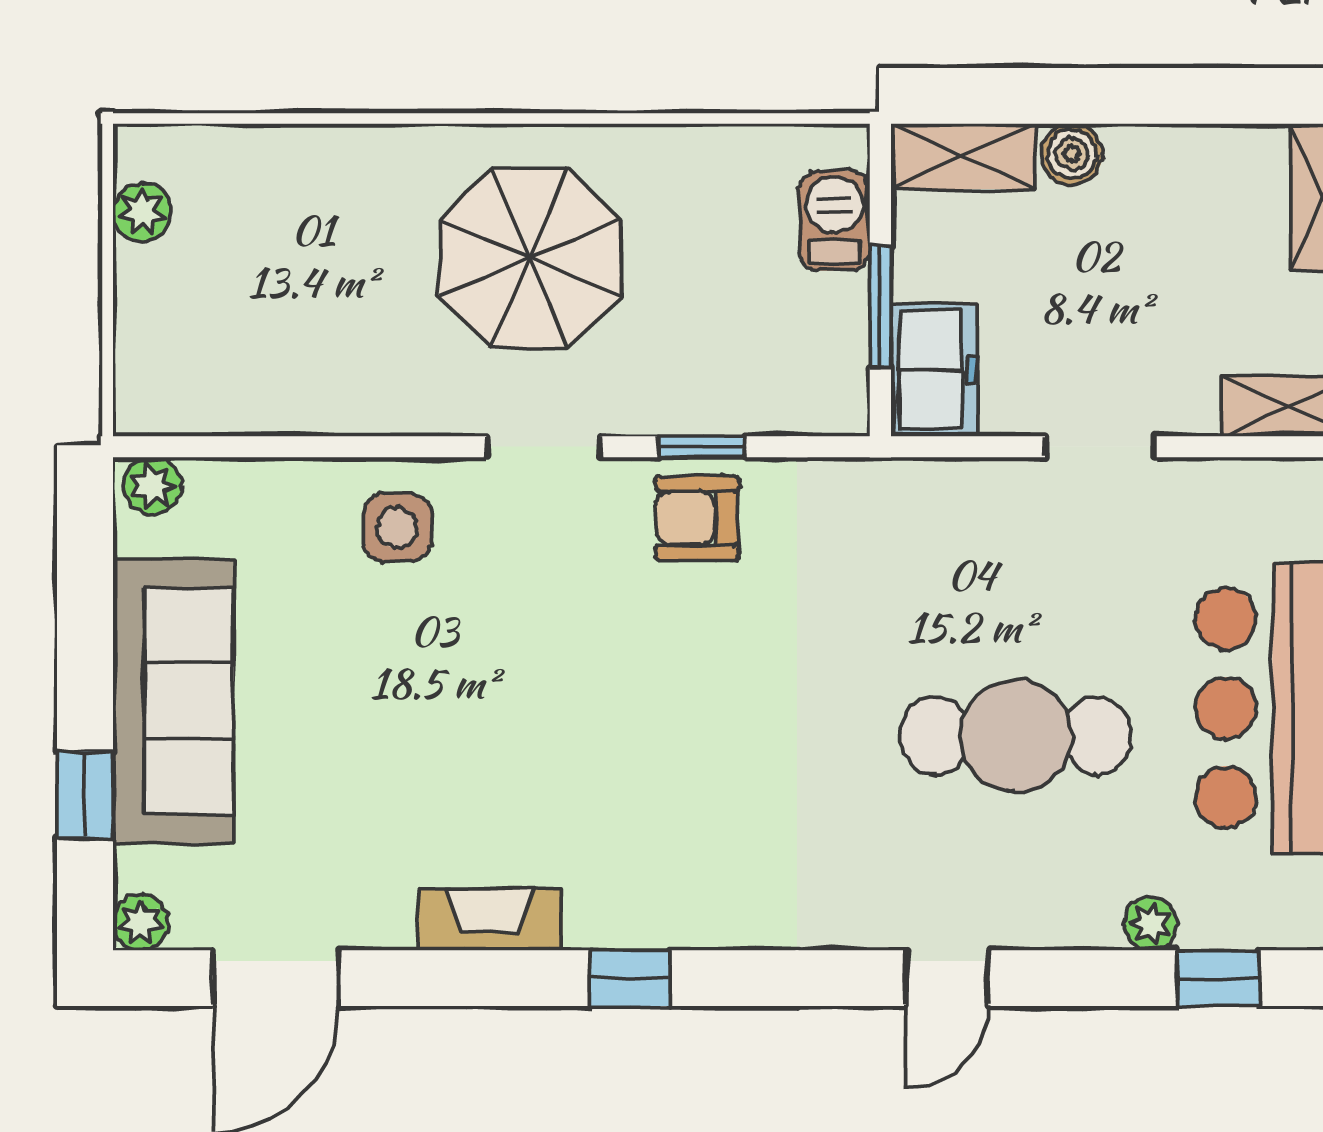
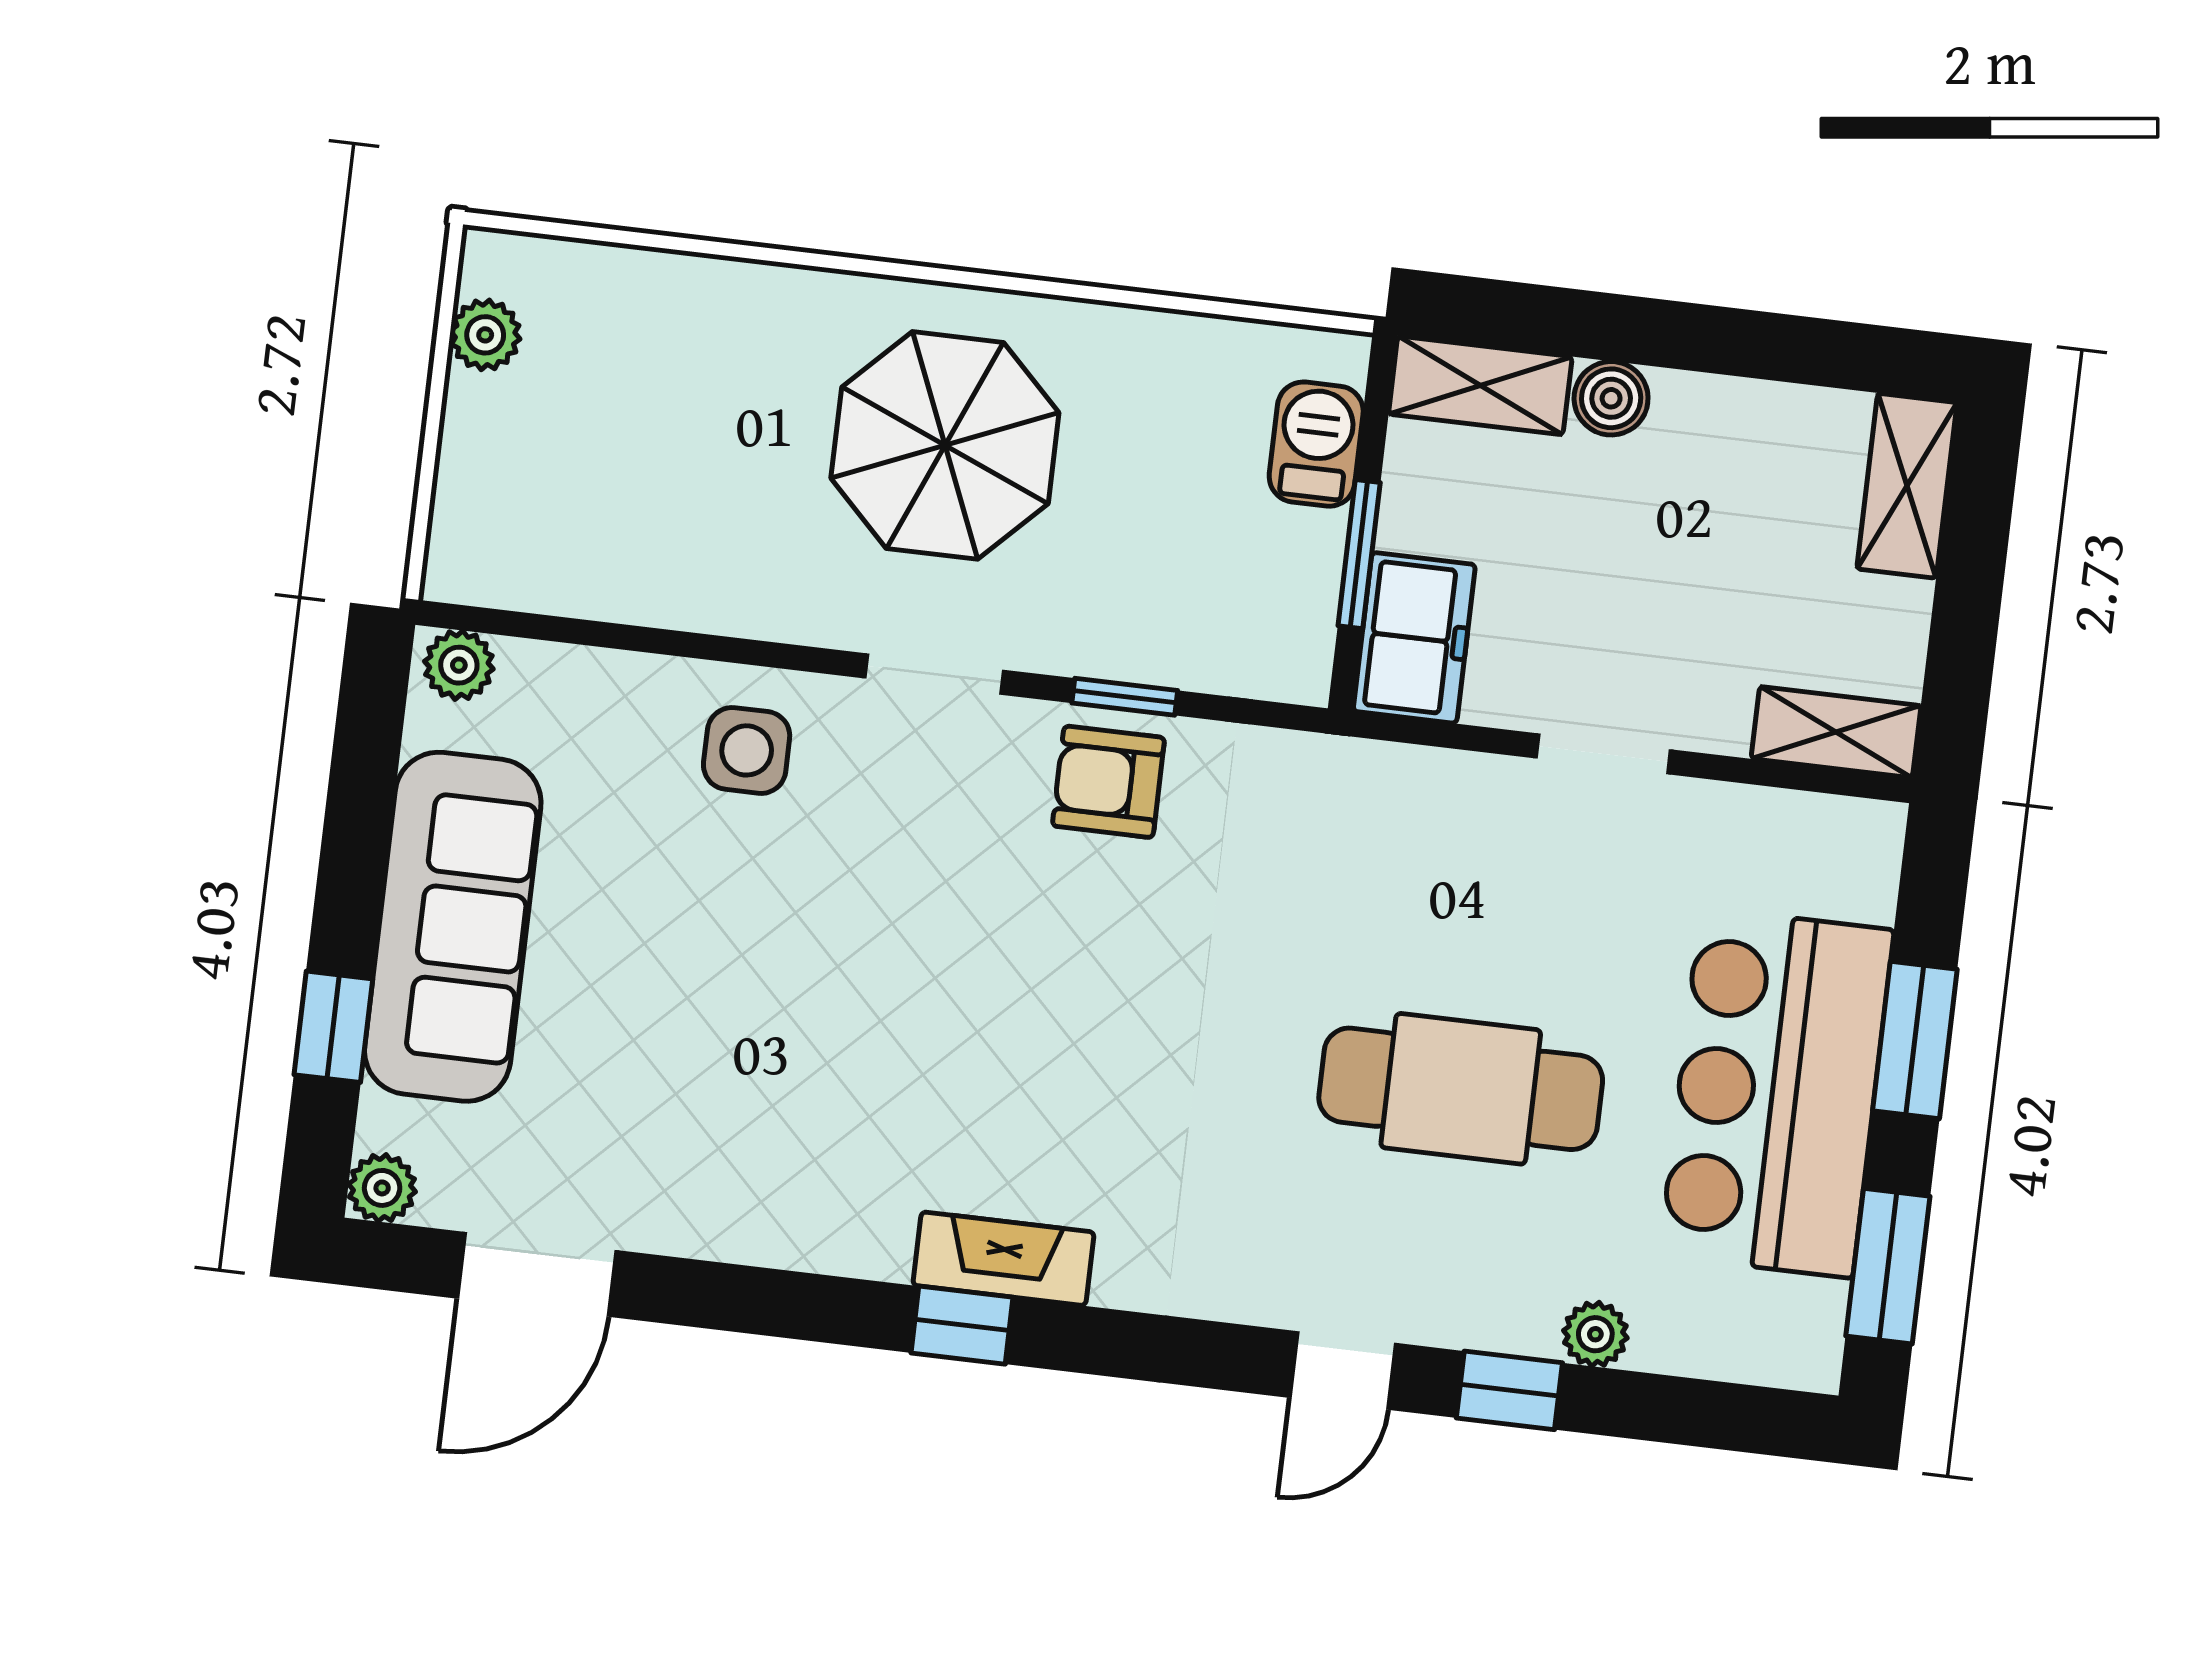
fireplace: (490, 920) -> (1003, 1259), moved
window: (1218, 978) -> (1509, 1390), moved

